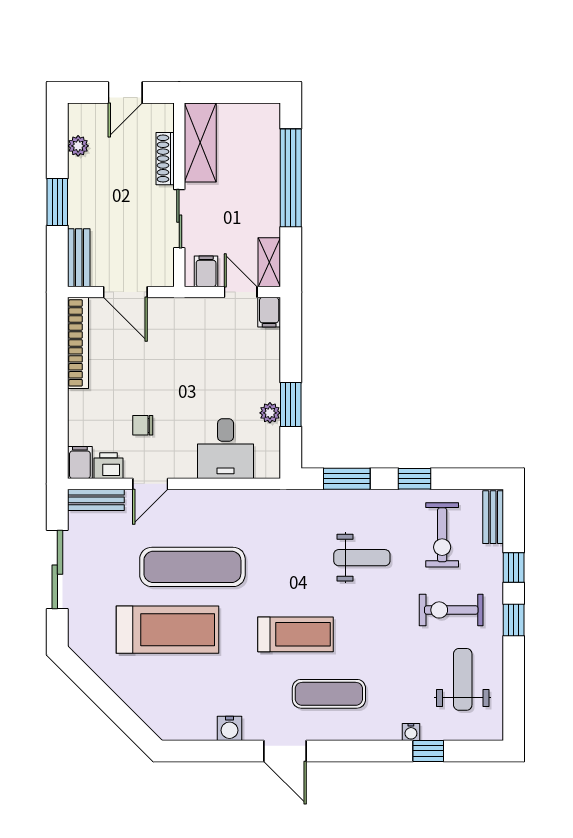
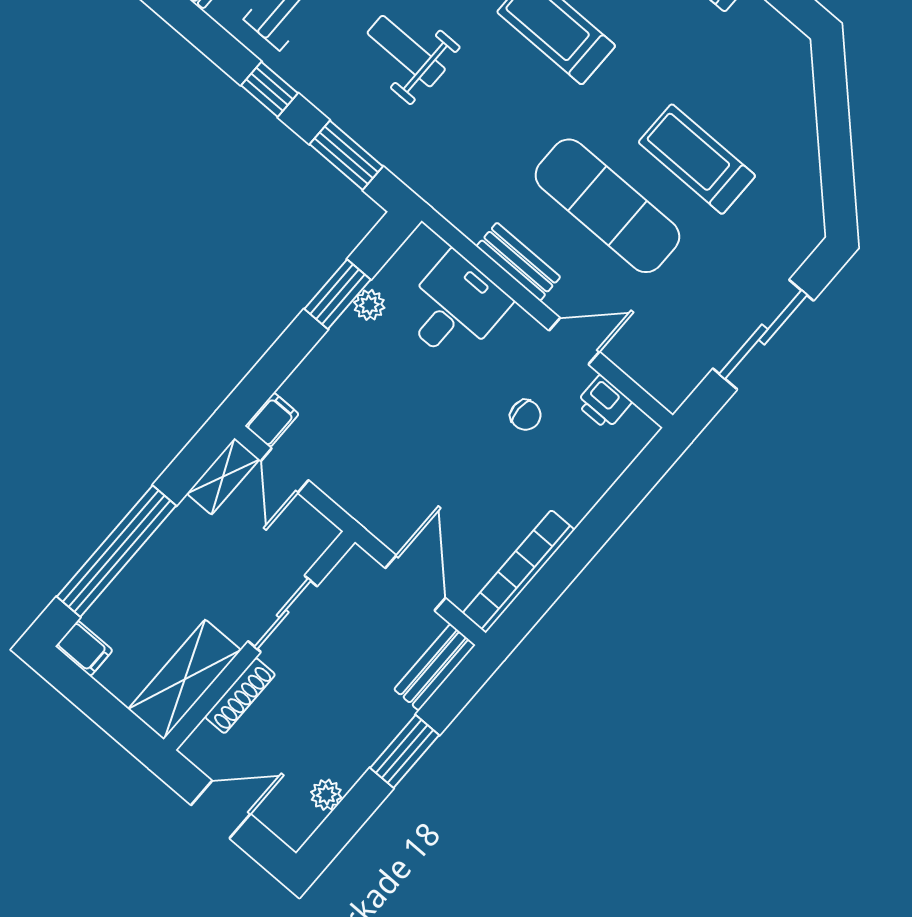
filing cabinet: (206, 271) -> (84, 648), moved, turned -90
filing cabinet: (80, 462) -> (633, 434), removed
bench: (96, 500) -> (518, 262), moved
treadmill: (167, 630) -> (697, 159), width x0.73, depth x0.73

